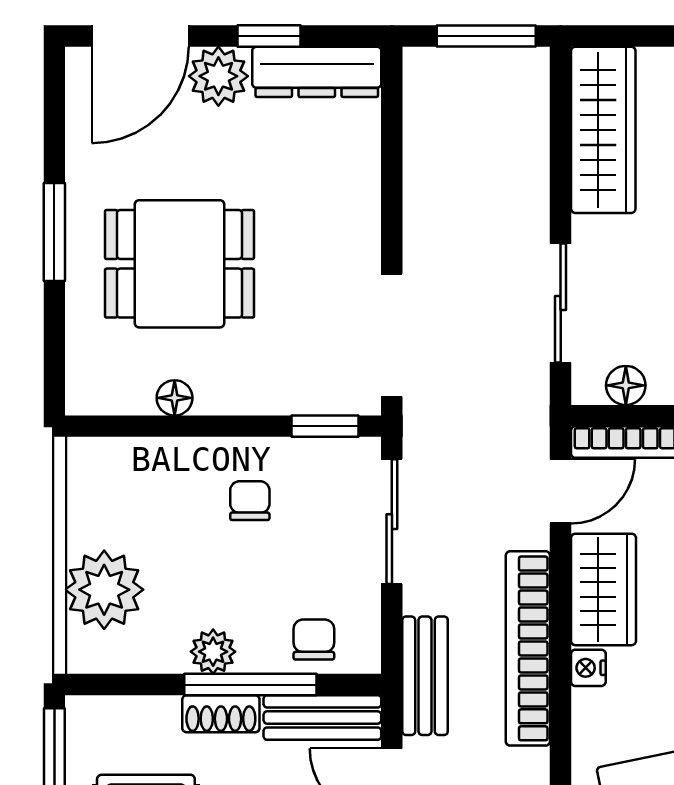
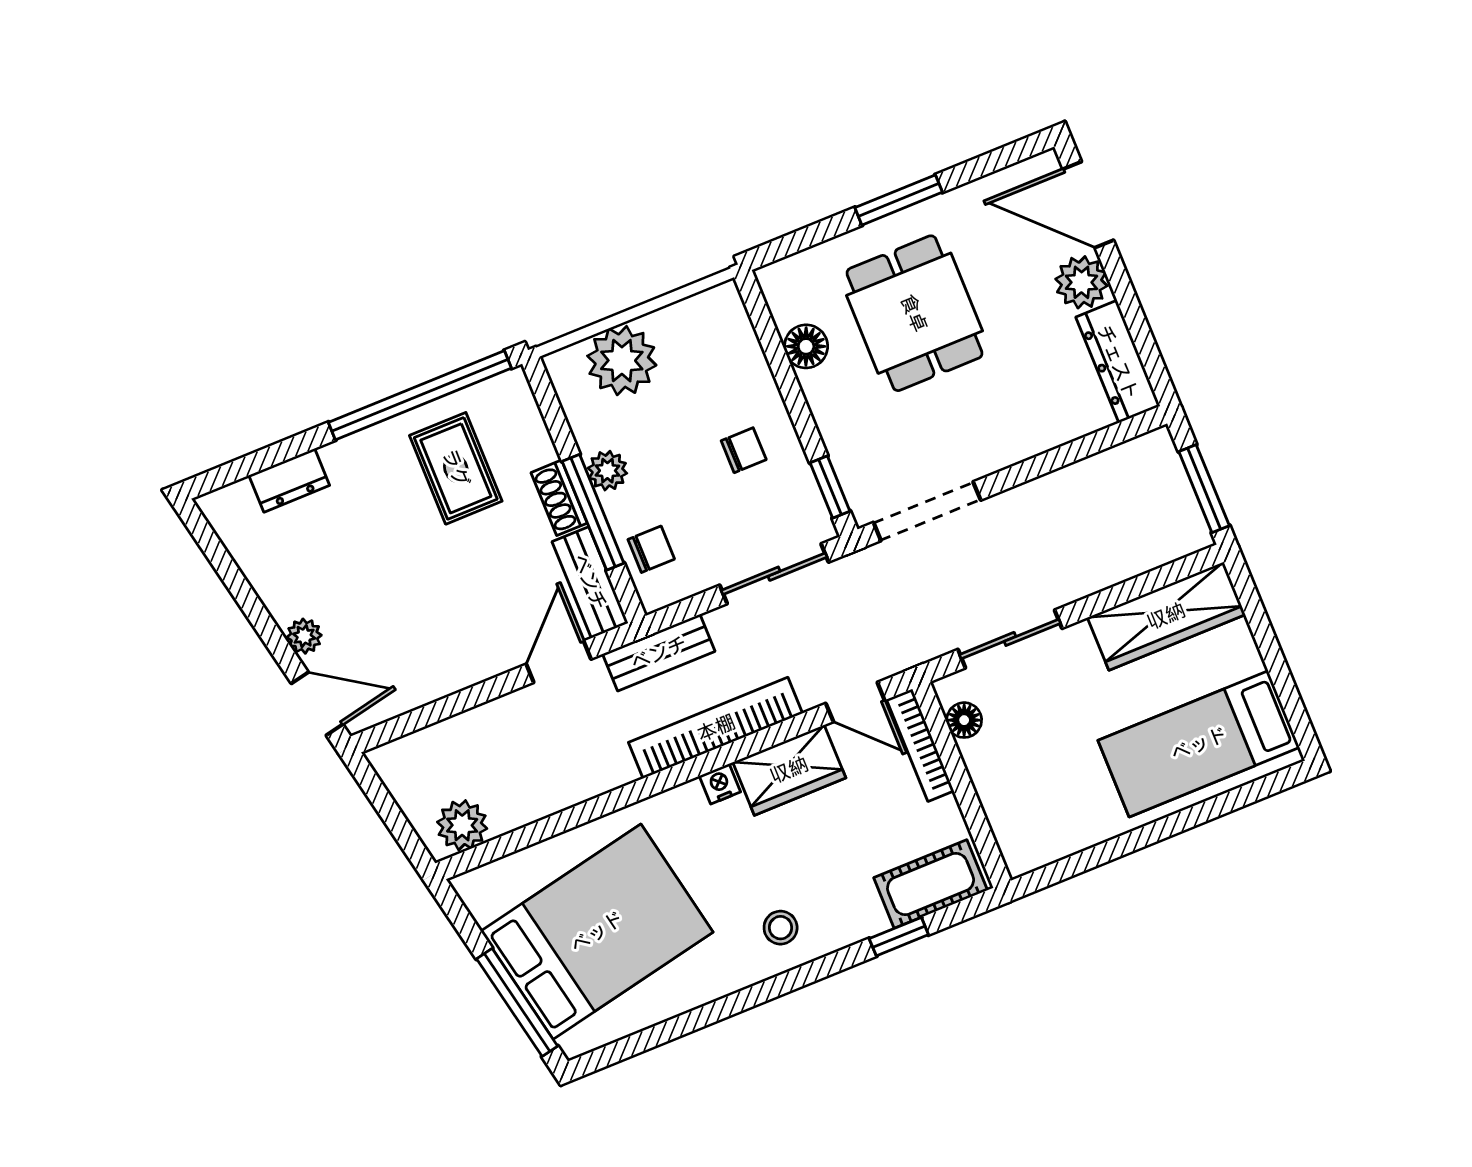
window: (269, 36) -> (1131, 310), removed
floor lamp: (175, 398) -> (806, 346), width x1.37, depth x1.37

